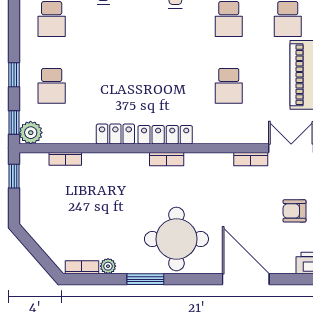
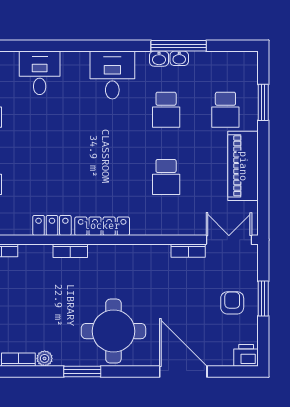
bookcase: (167, 159) -> (70, 251), moved
armchair: (294, 211) -> (232, 303), turned 90

